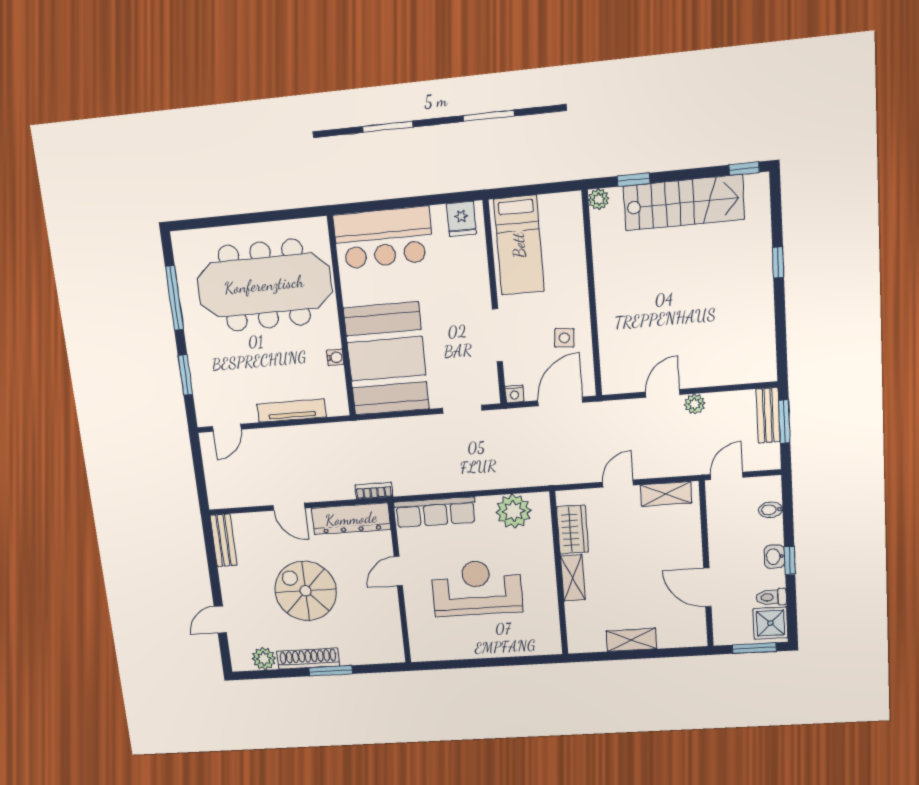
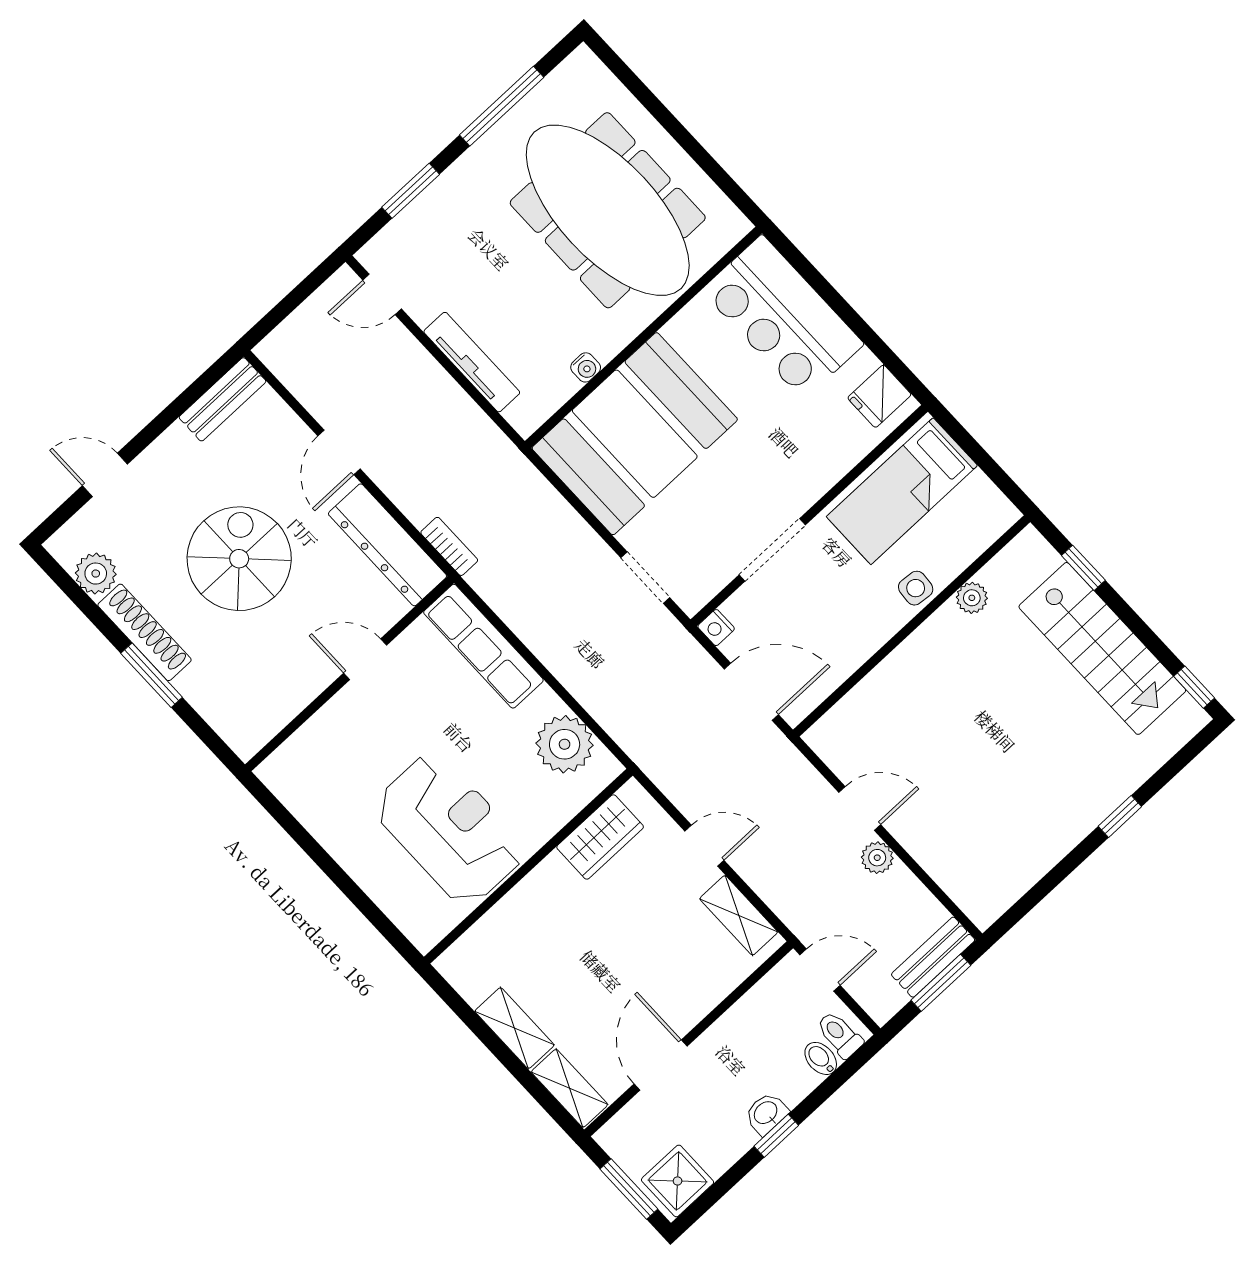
plant: (599, 199) -> (972, 598), moved
side table: (564, 338) -> (916, 588), moved
shelving: (573, 578) -> (570, 1088), moved, turned 90
reception desk: (477, 588) -> (450, 829), moved
toilet: (771, 597) -> (840, 1035), moved

